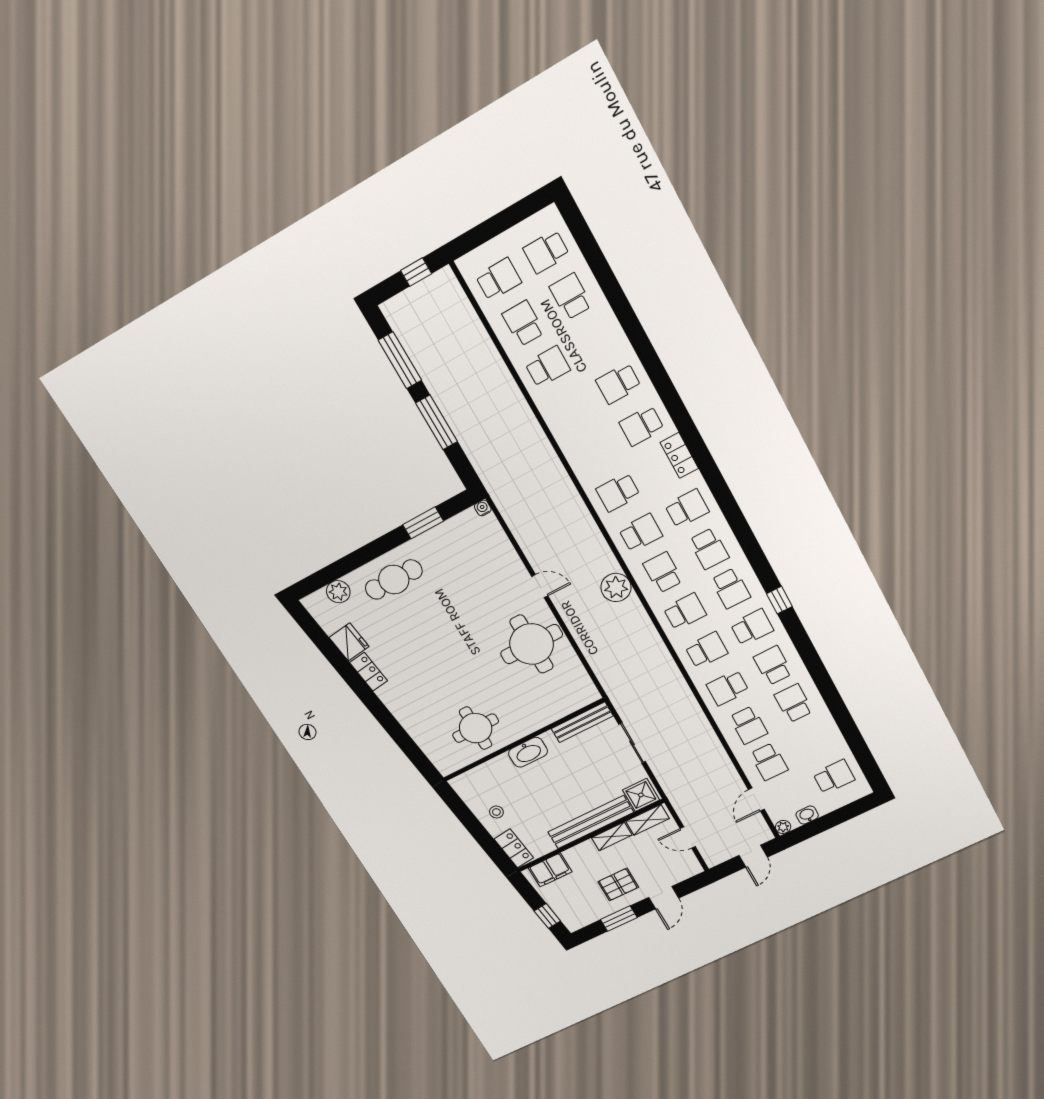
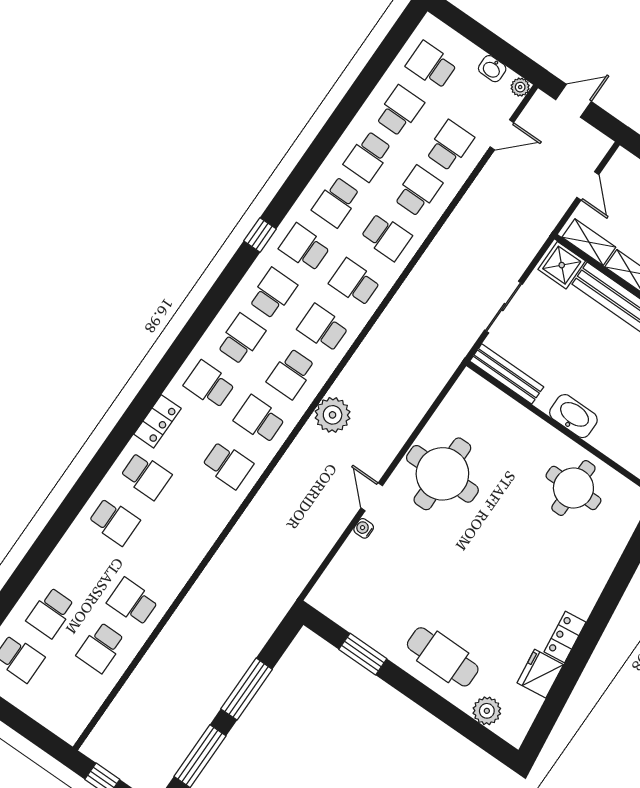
school desk: (499, 279) -> (400, 111), moved, turned 90
water cooler: (483, 508) -> (364, 528), moved, turned 90

